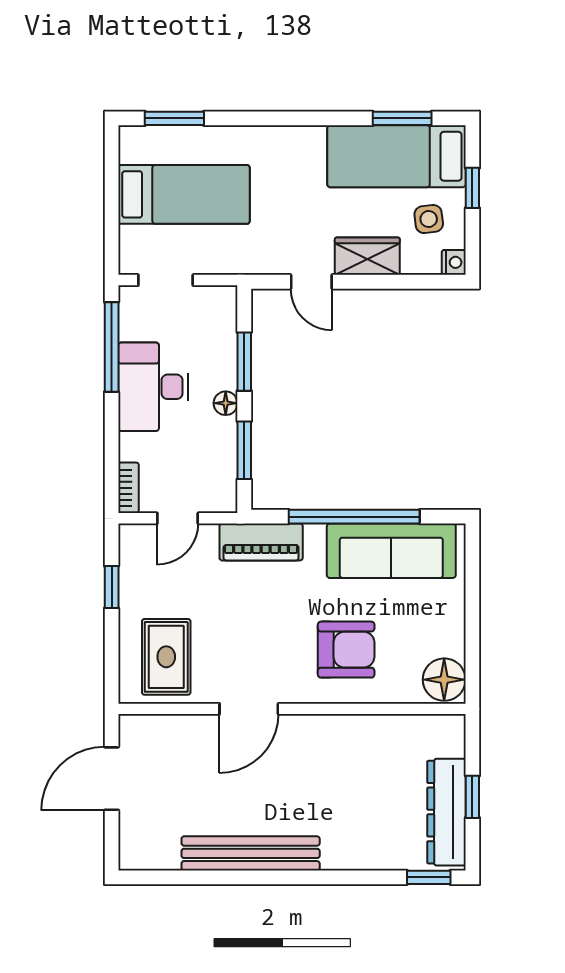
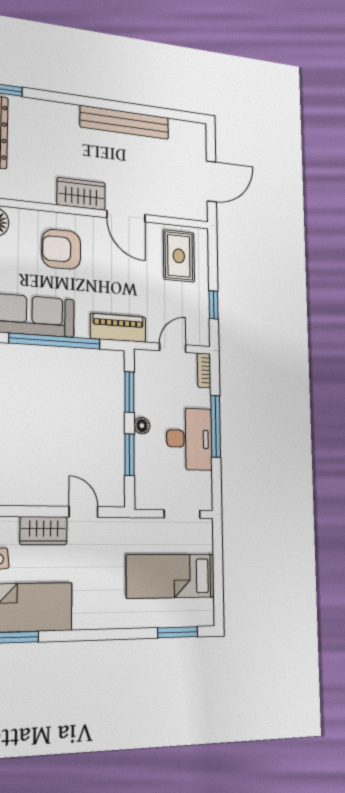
window: (112, 347) -> (216, 426), moved
door: (249, 709) -> (126, 216), swing flipped
wardrobe: (317, 735) -> (81, 194), added

